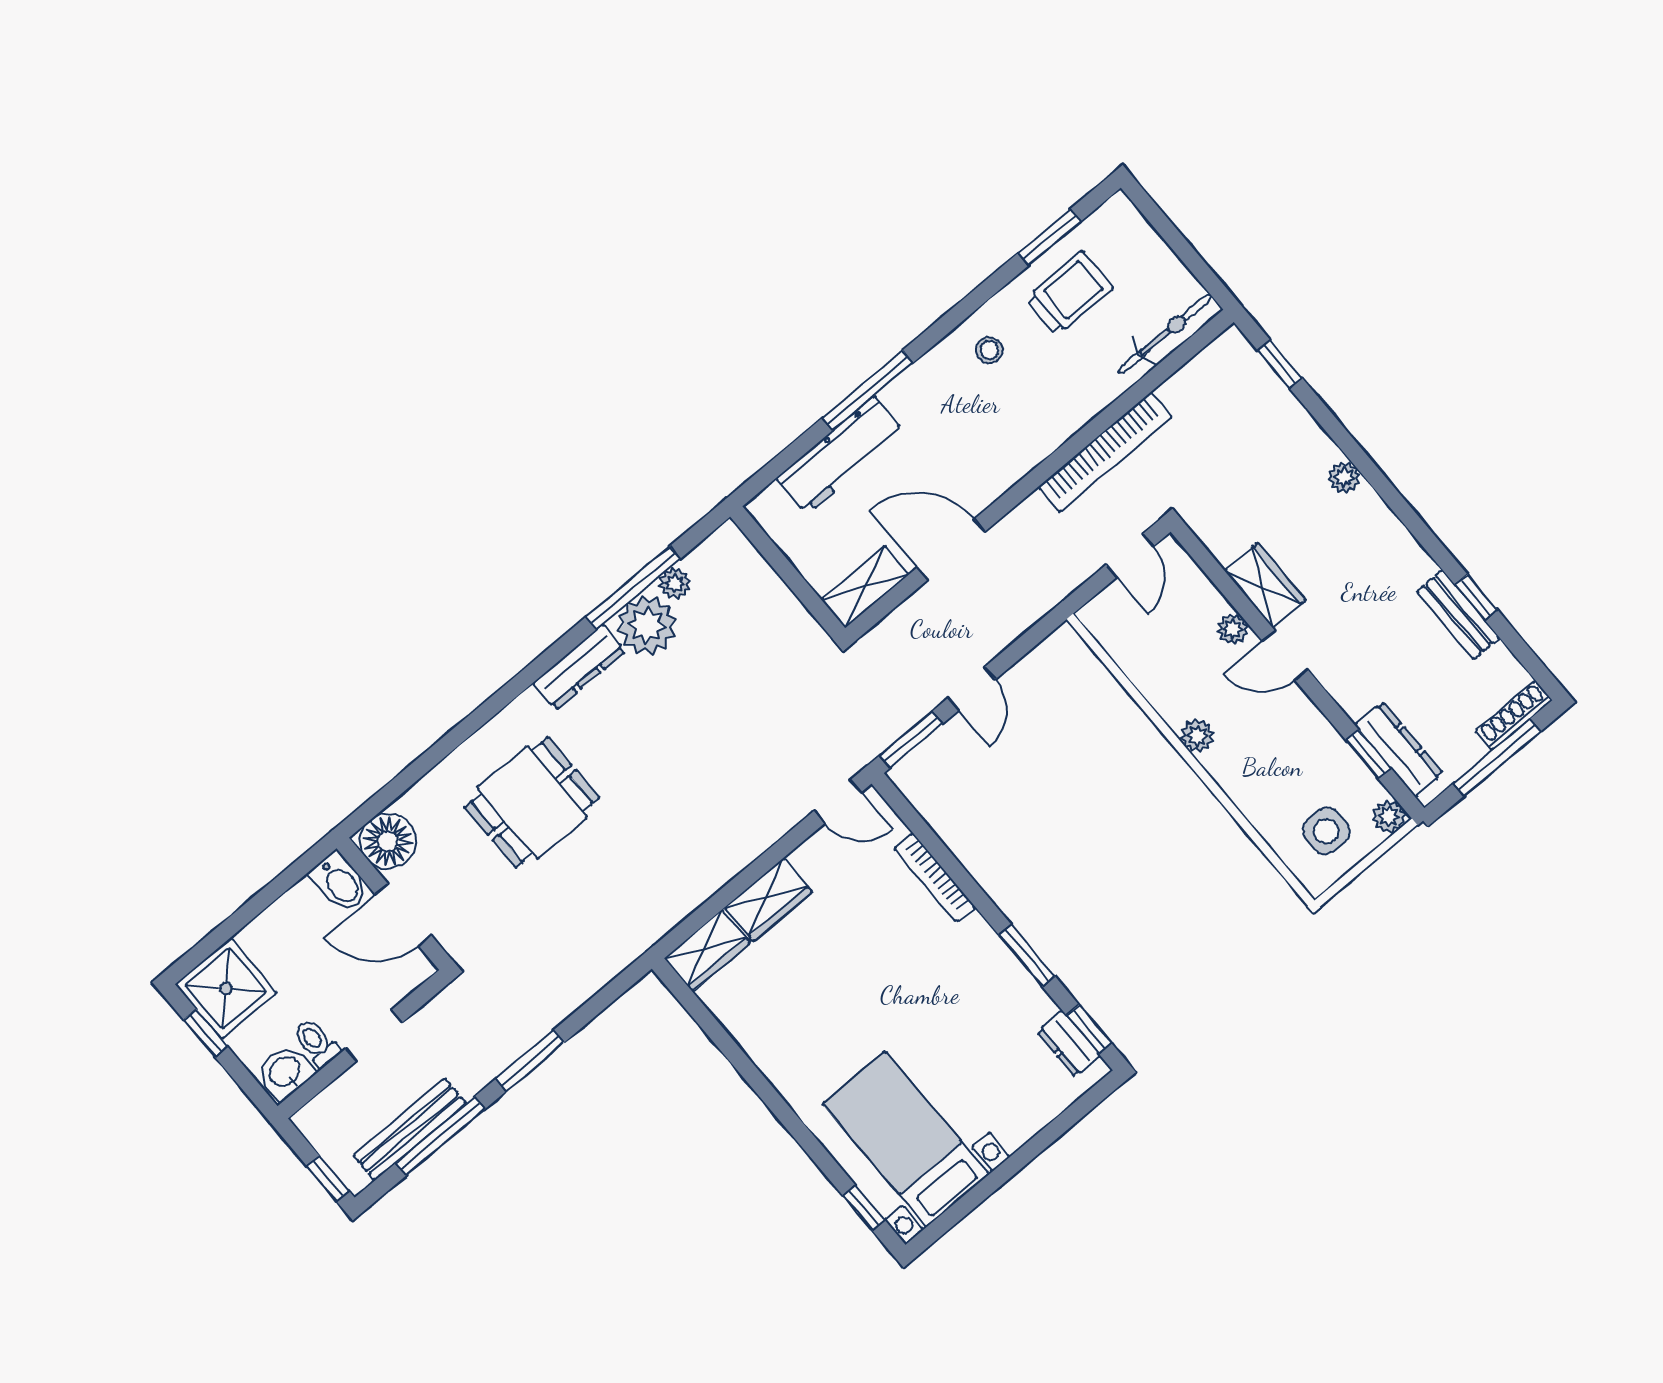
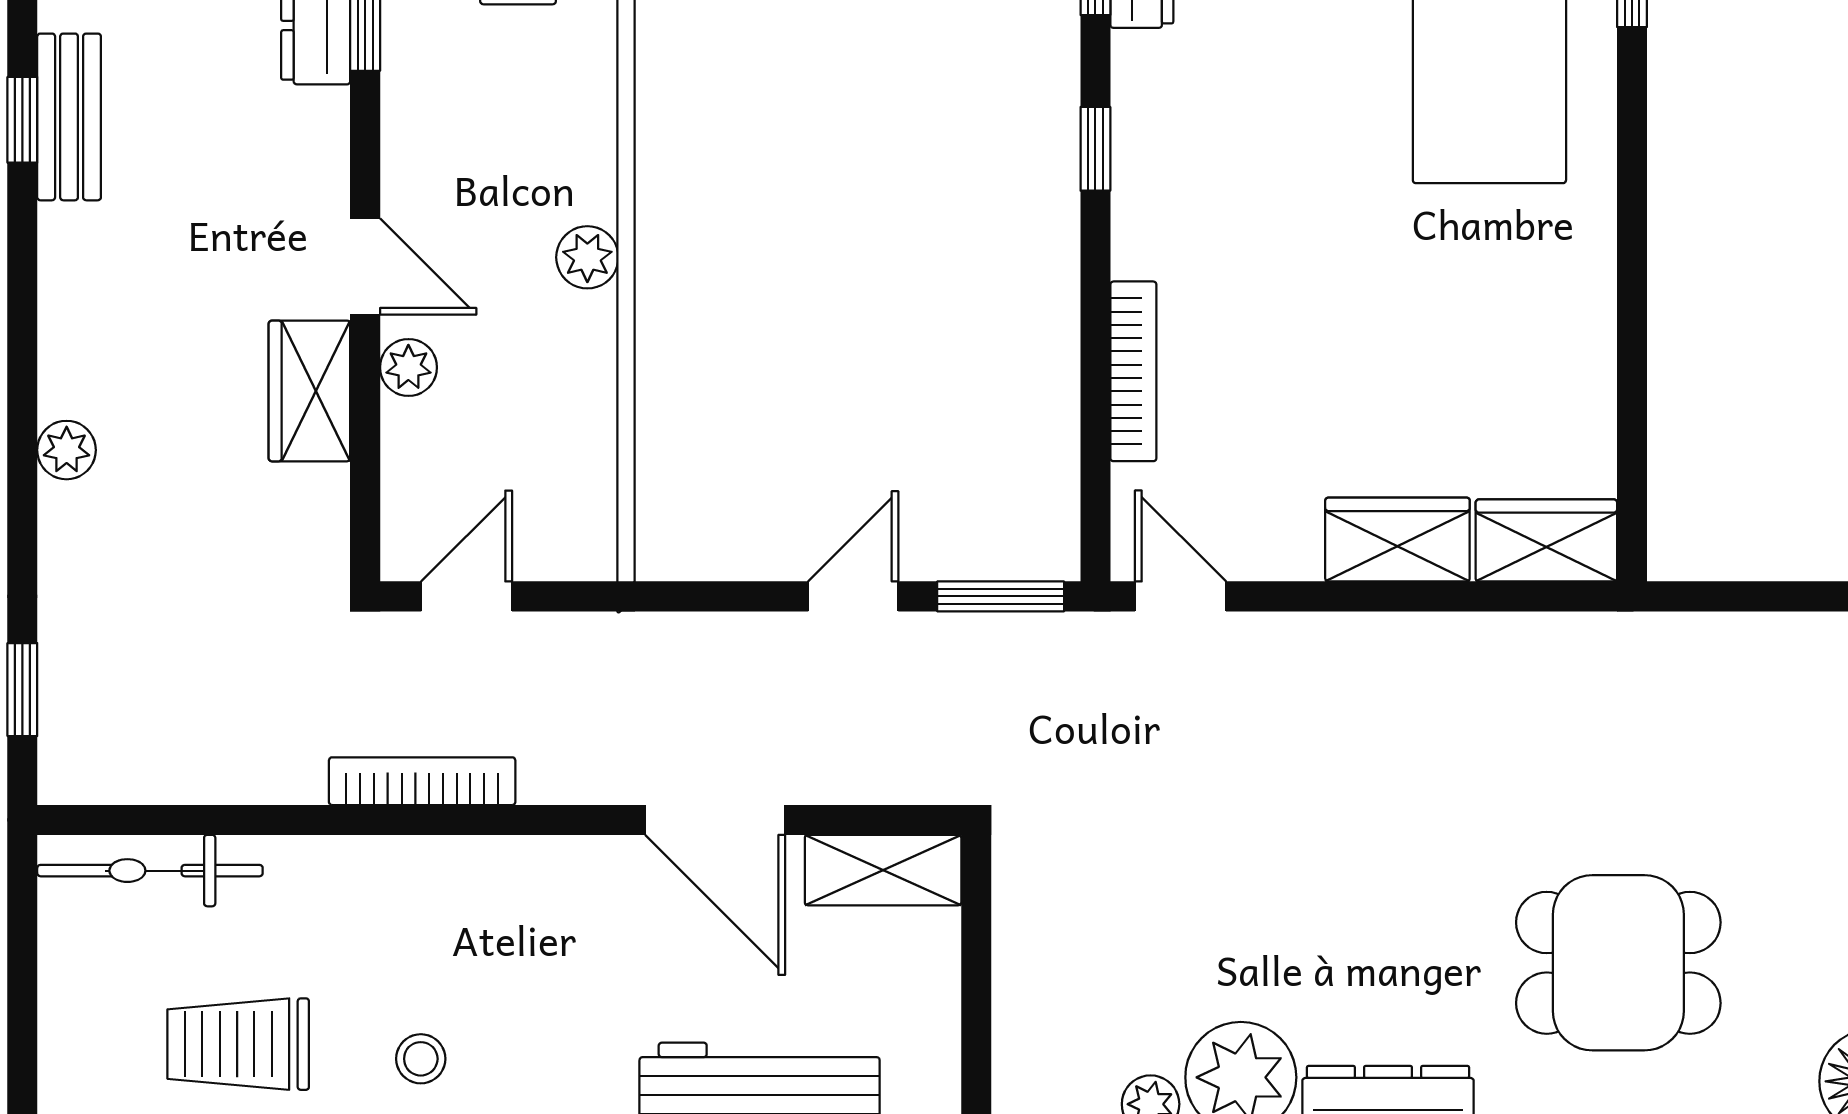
bookcase: (1105, 452) -> (422, 781), width x0.68, depth x0.76
window: (1027, 955) -> (1095, 149), width x0.67

